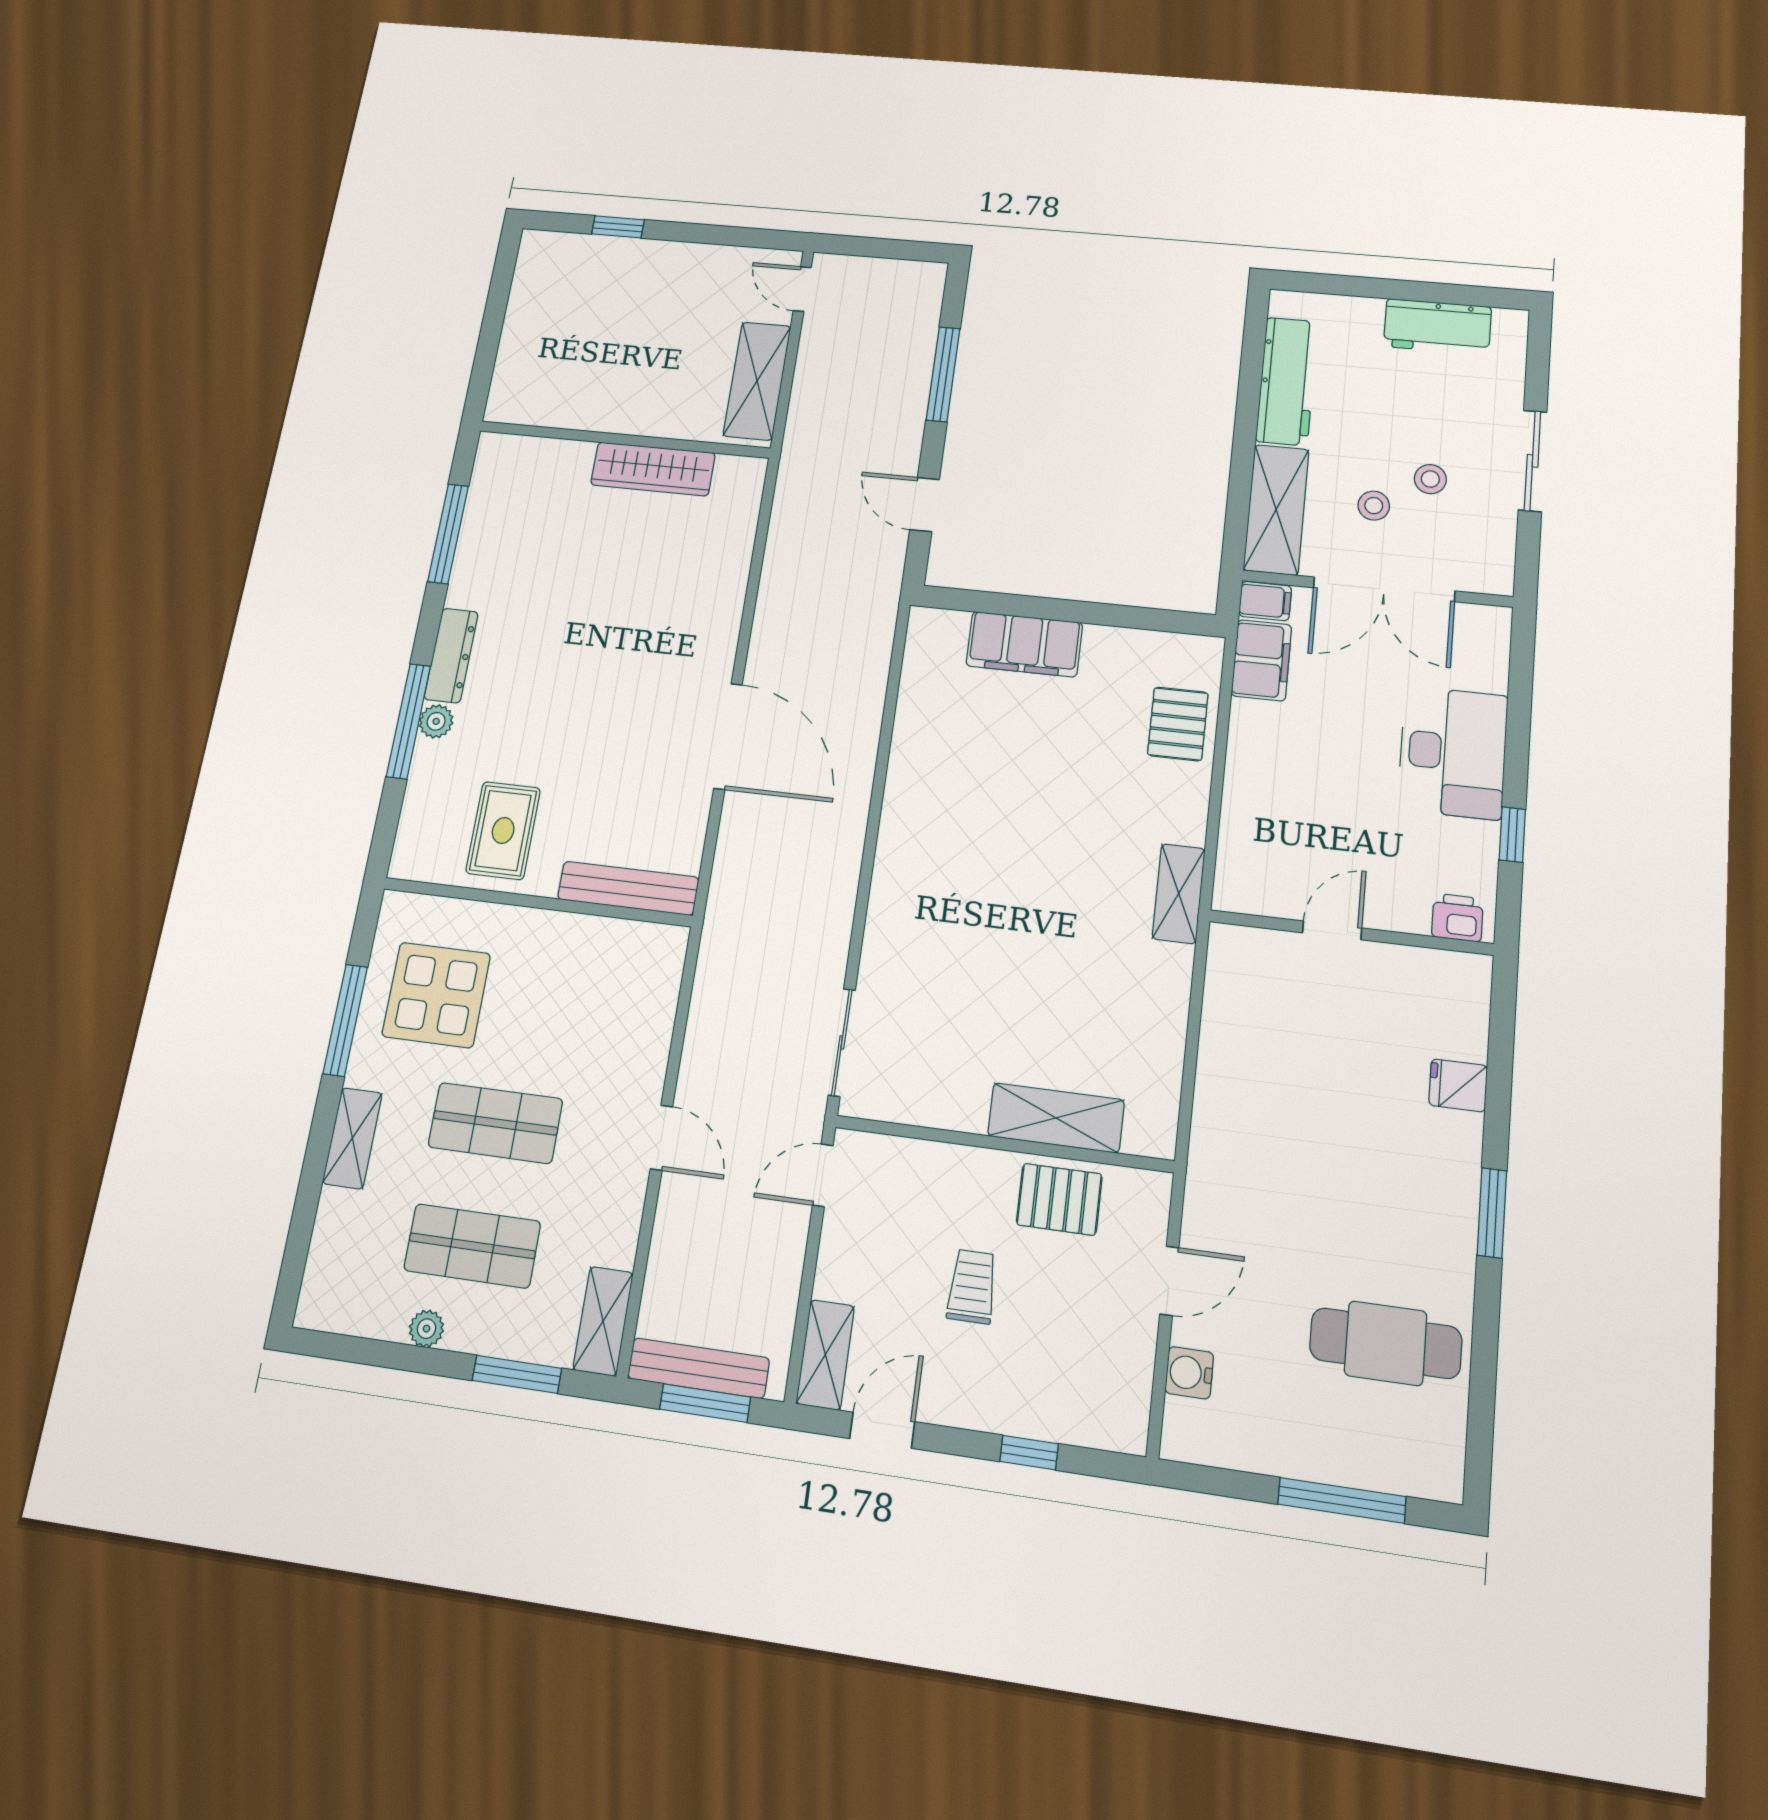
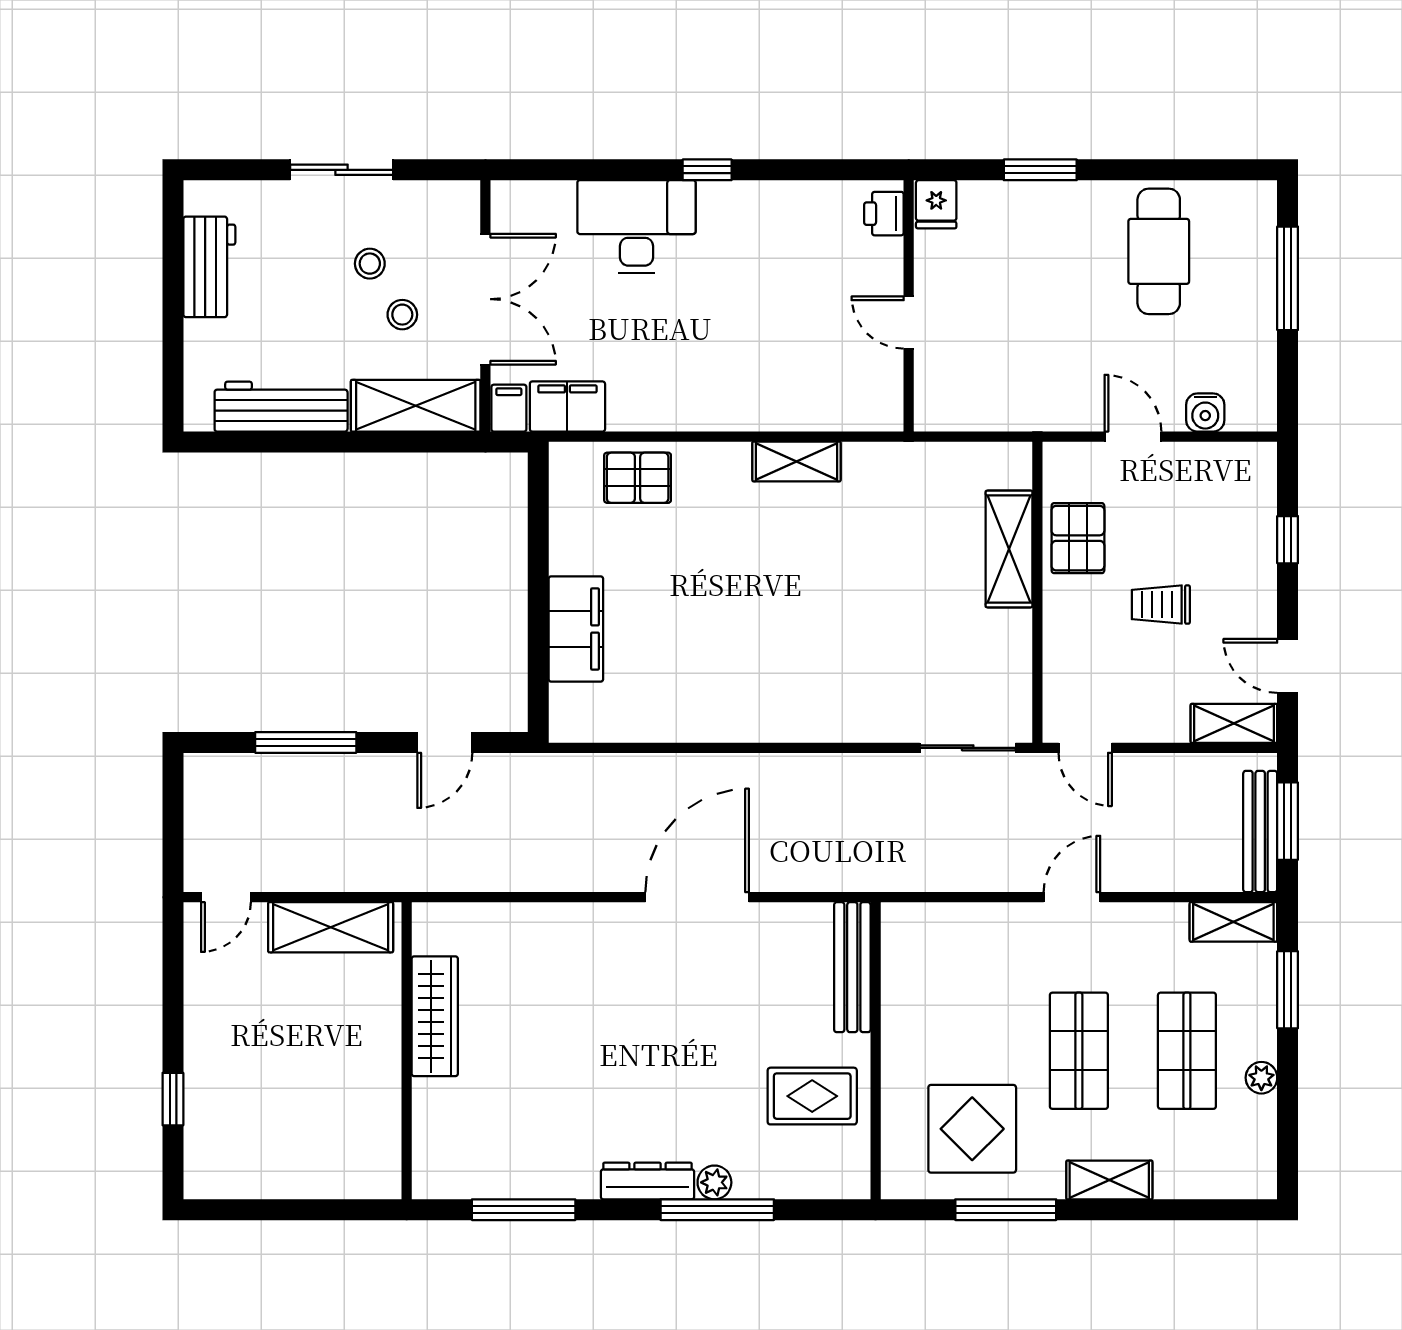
printer: (1457, 918) -> (884, 214), moved
door: (1332, 930) -> (909, 322), moved
wall: (1351, 933) -> (909, 306), moved

